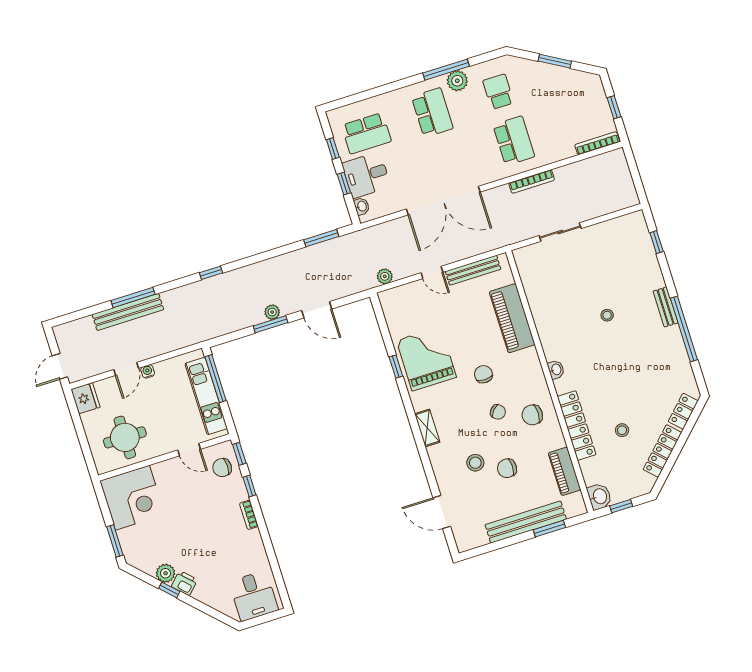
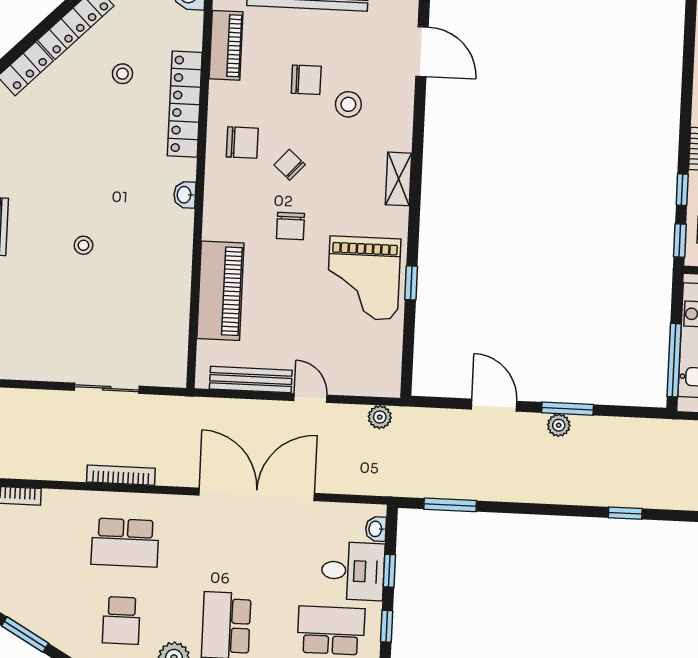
school desk: (514, 141) -> (125, 543), turned -90

